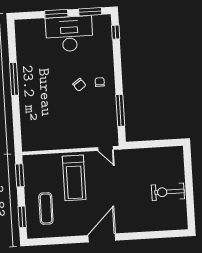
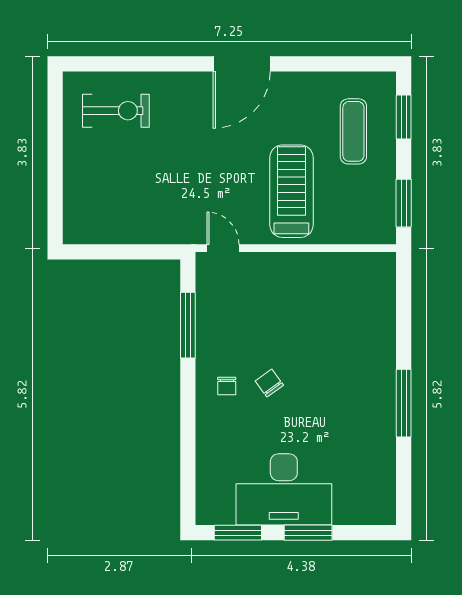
window: (116, 32) -> (188, 487), removed
exercise bike: (168, 192) -> (116, 111), moved

